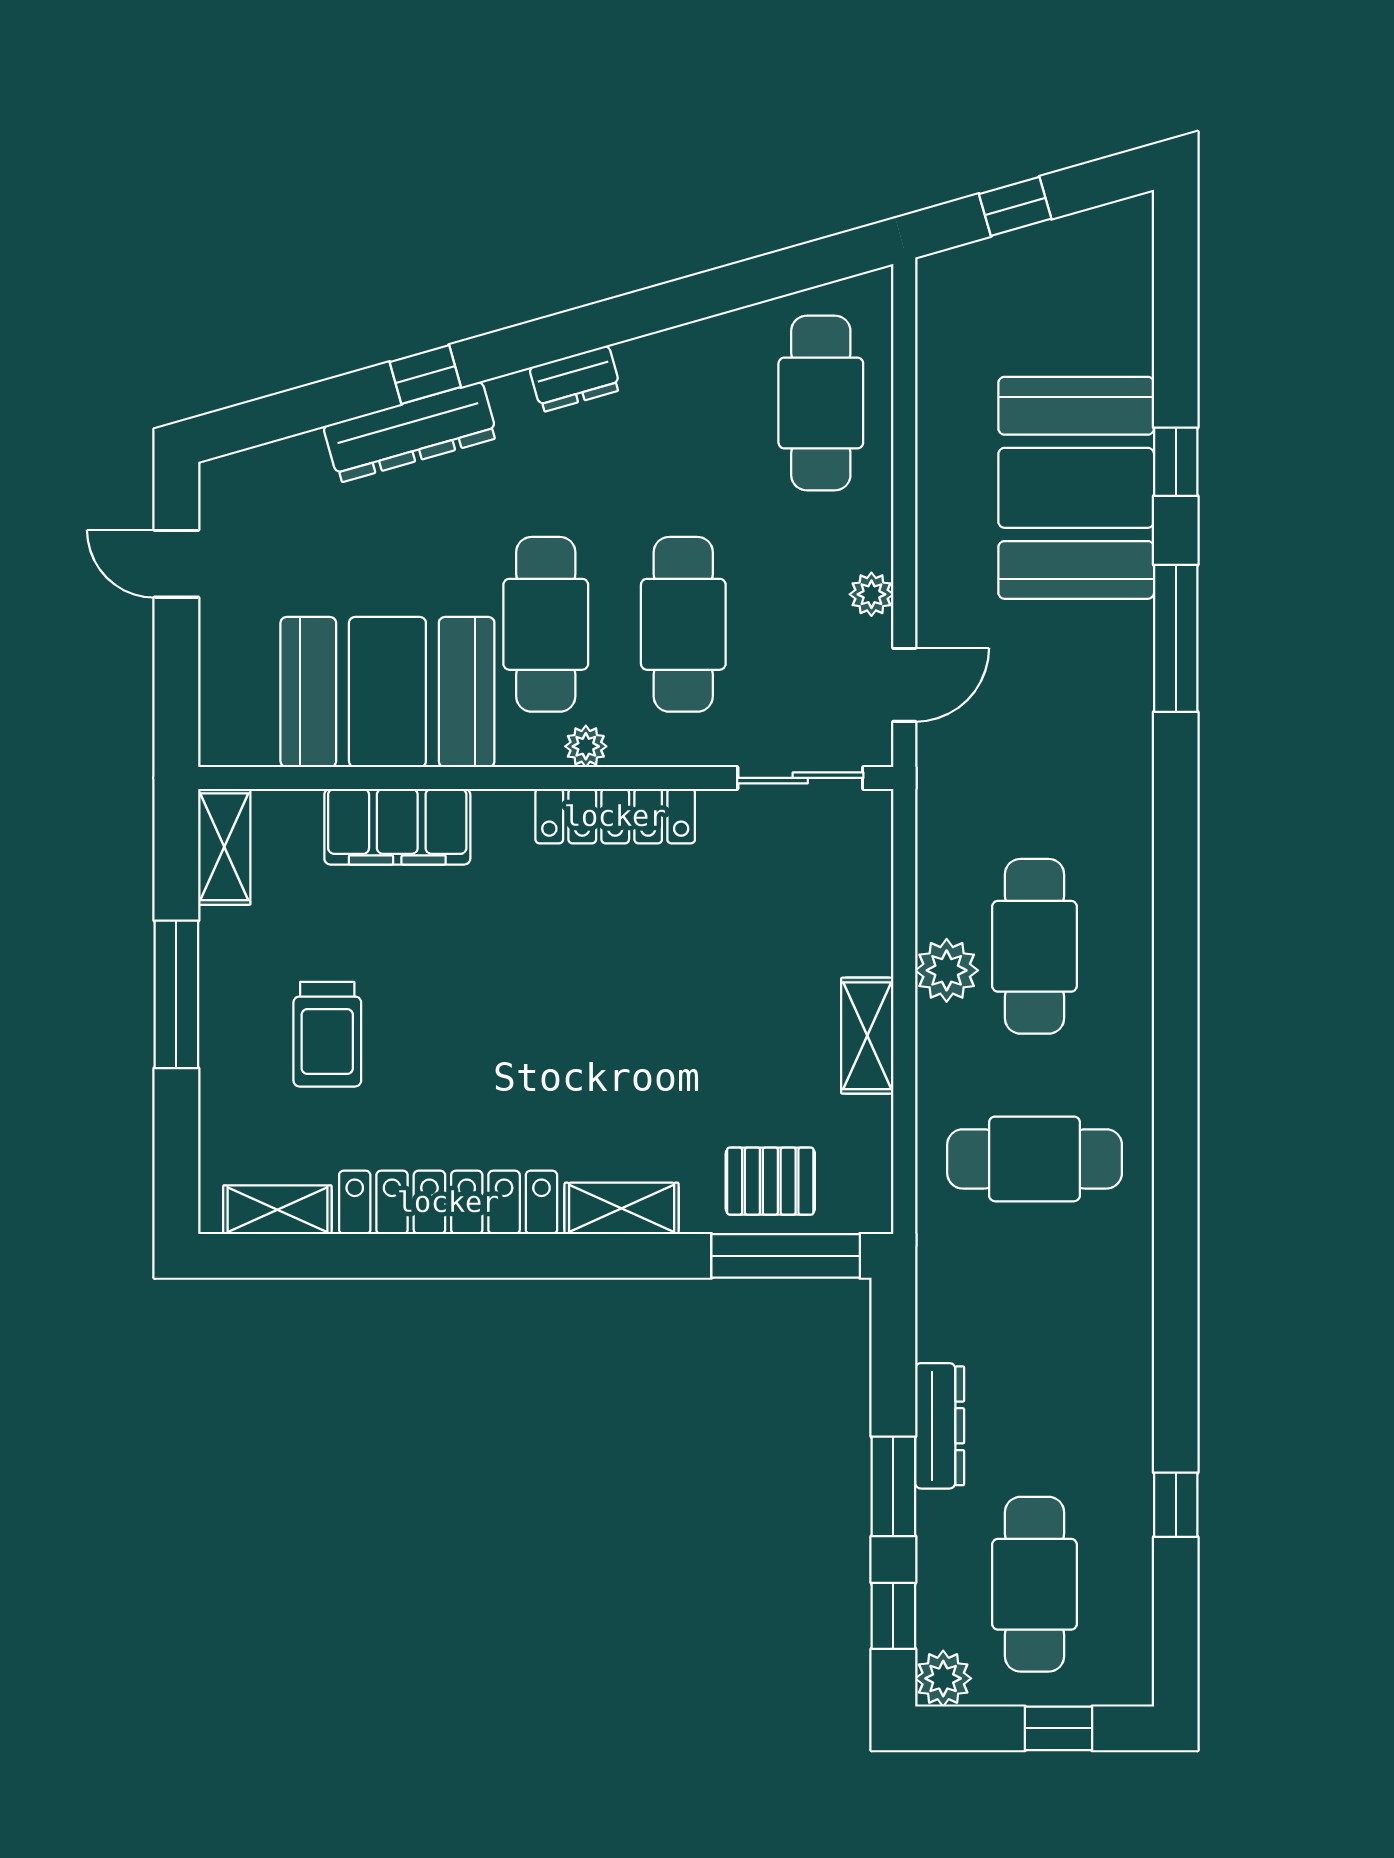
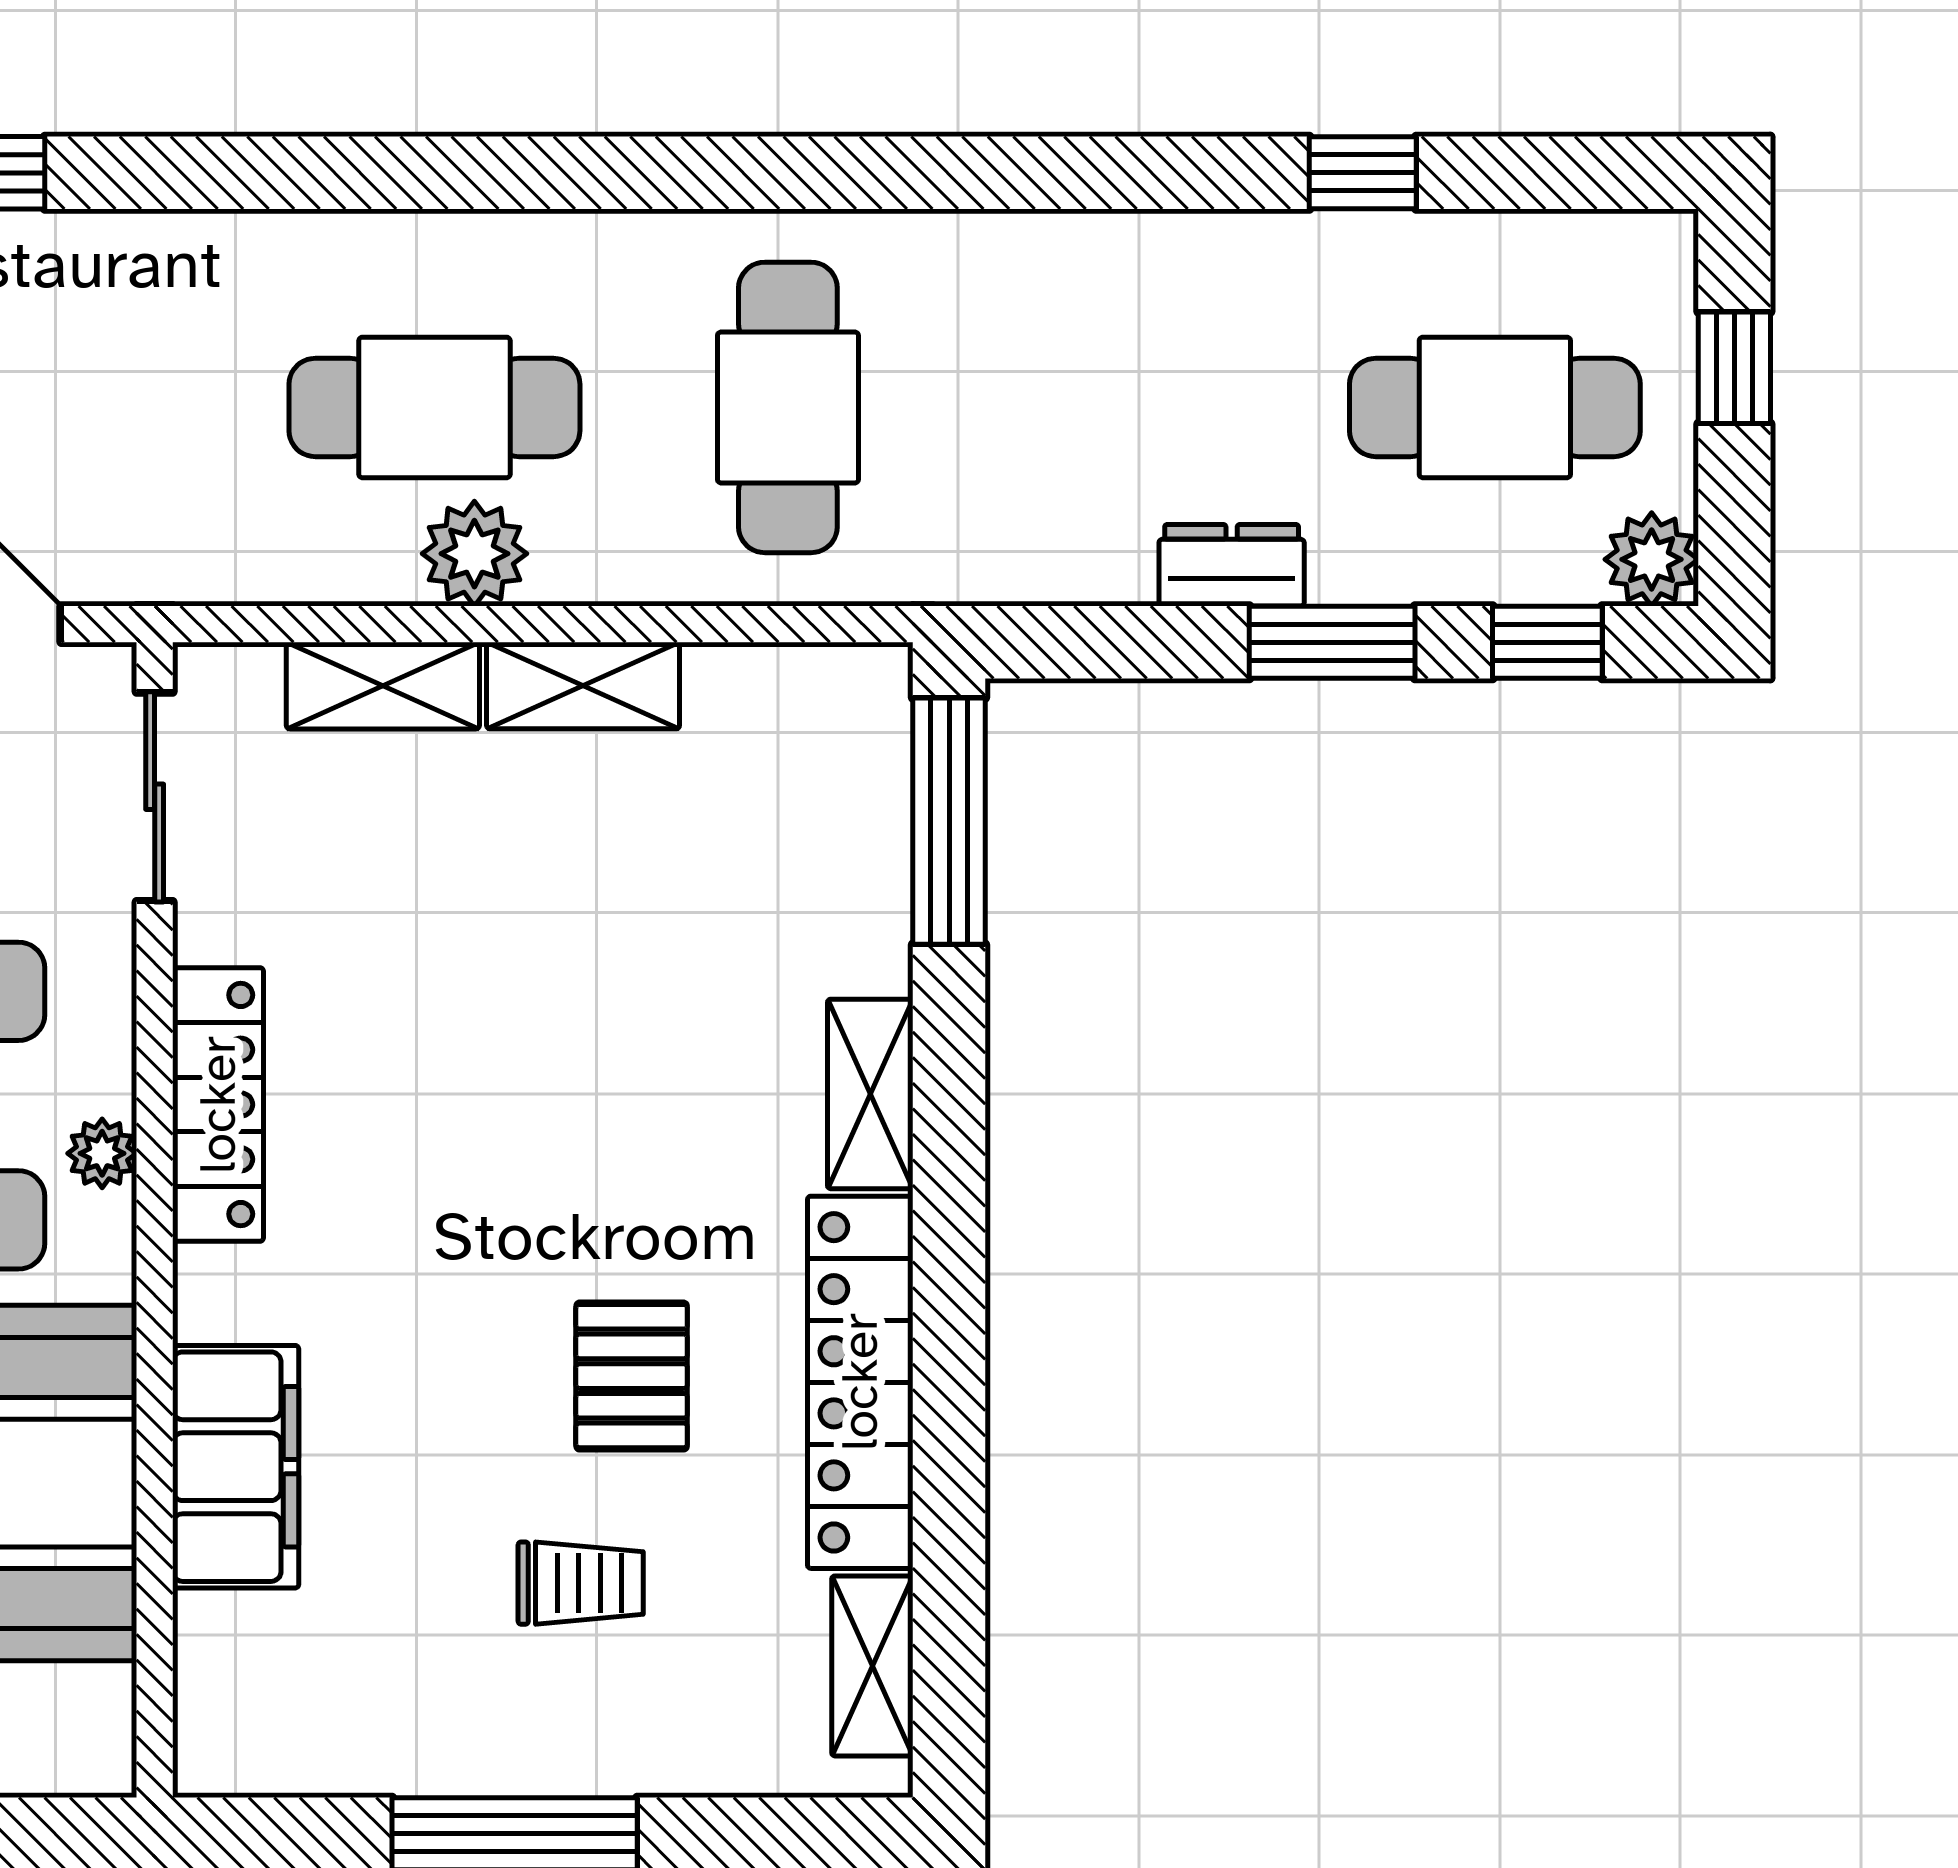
shelving: (224, 847) -> (383, 686), moved
trolley: (327, 1034) -> (581, 1583), width x0.73, depth x0.72
pallet: (770, 1181) -> (632, 1376), moved
dresser: (940, 1426) -> (1232, 565), width x0.70

